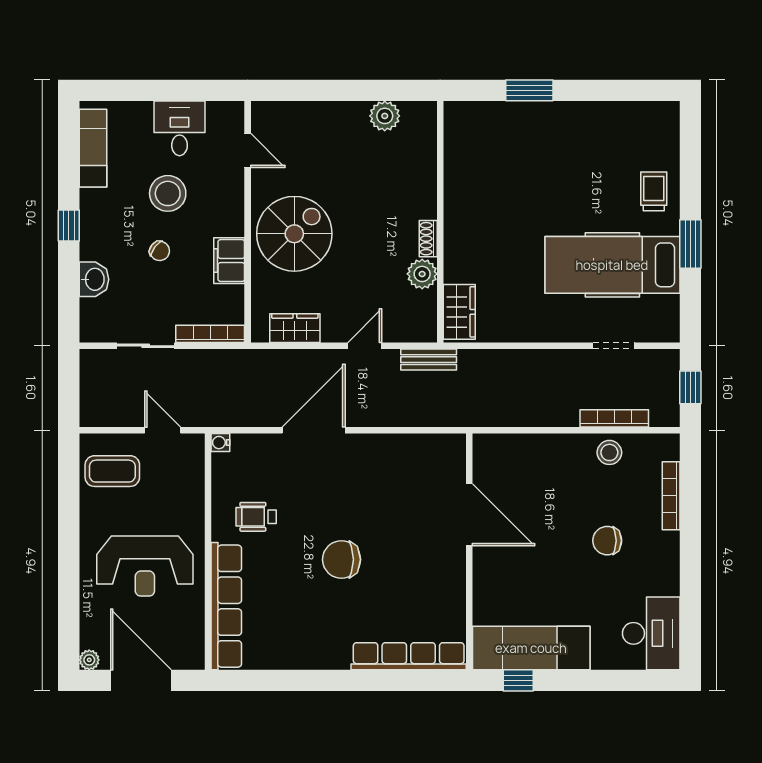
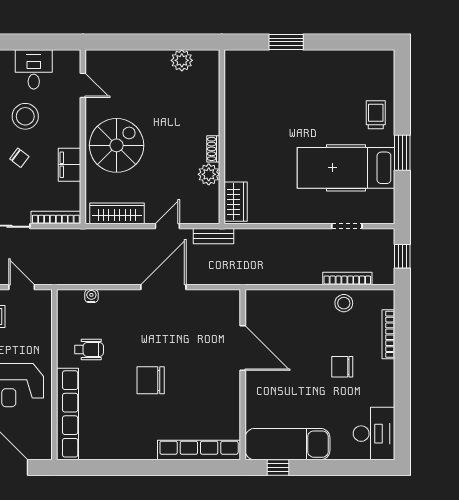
wardrobe: (295, 328) -> (117, 213), width x1.50
door: (314, 430) -> (163, 287), moved
water cooler: (220, 443) -> (91, 296), moved, turned 90
wheelchair: (256, 517) -> (89, 349), turned 180

